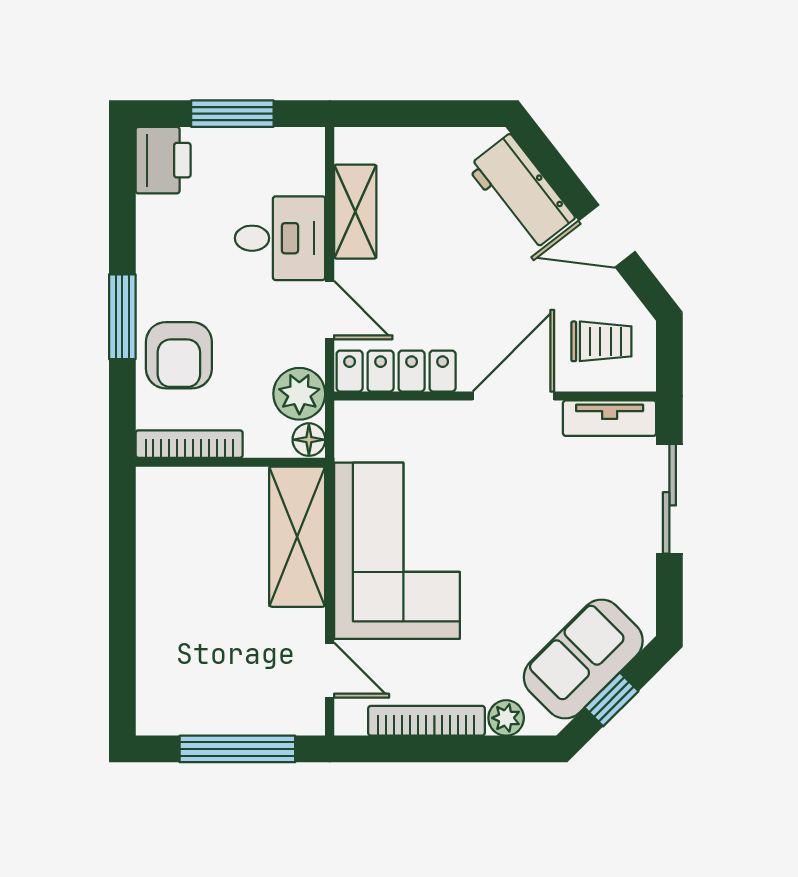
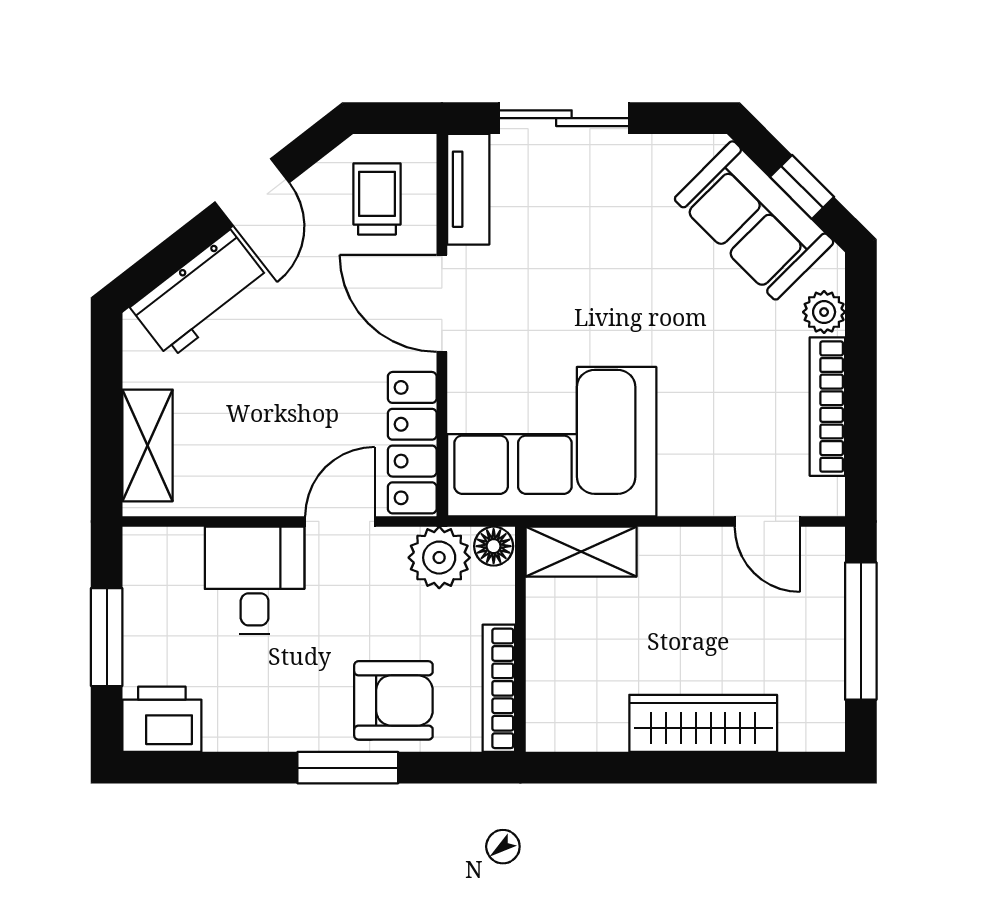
shelving: (355, 212) -> (148, 445), moved, turned 90
shelving: (297, 537) -> (581, 552), width x0.67, depth x0.75
corner sofa: (397, 551) -> (552, 442), moved
wardrobe: (160, 616) -> (703, 723), added
door: (330, 670) -> (767, 521), swing flipped

